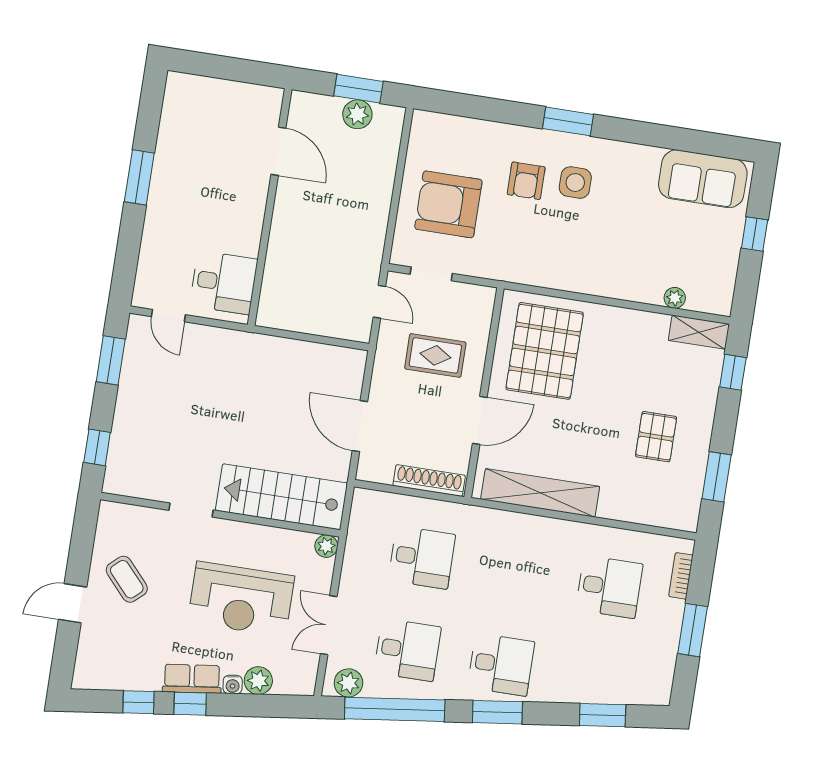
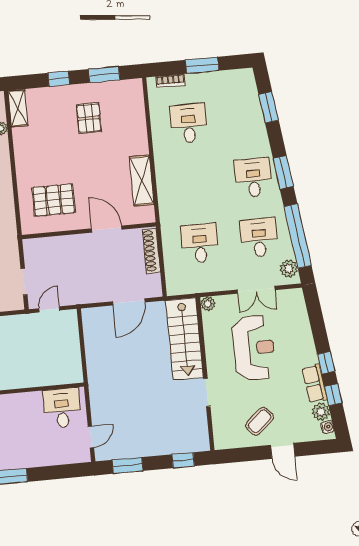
pallet: (545, 351) -> (54, 200), width x0.73, depth x0.71
rug: (435, 355) -> (74, 267), removed
window: (733, 372) -> (59, 79), moved
pallet: (656, 437) -> (89, 118), turned 90
shelving: (540, 493) -> (142, 180), width x0.68
row of seats: (192, 679) -> (315, 384), moved
plant: (258, 681) -> (321, 412), moved
water cooler: (233, 685) -> (327, 427), moved

